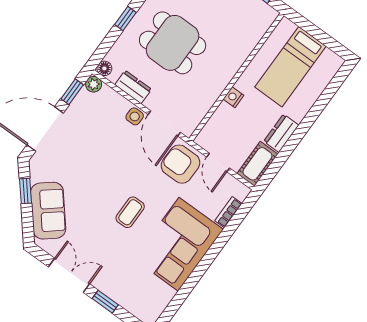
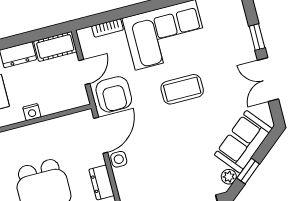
plant: (37, 174) -> (229, 177), added
coffee table: (130, 212) -> (182, 89), width x1.36, depth x1.30

